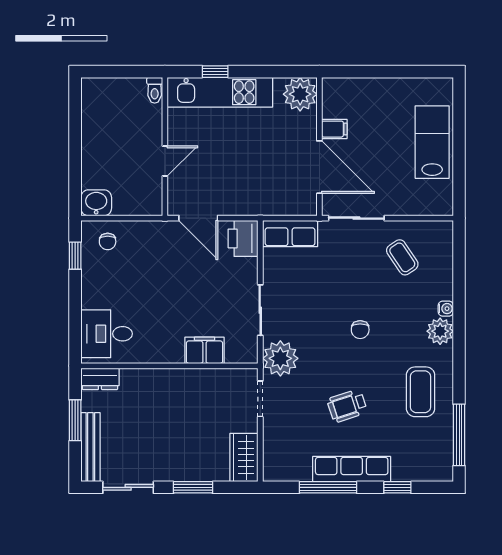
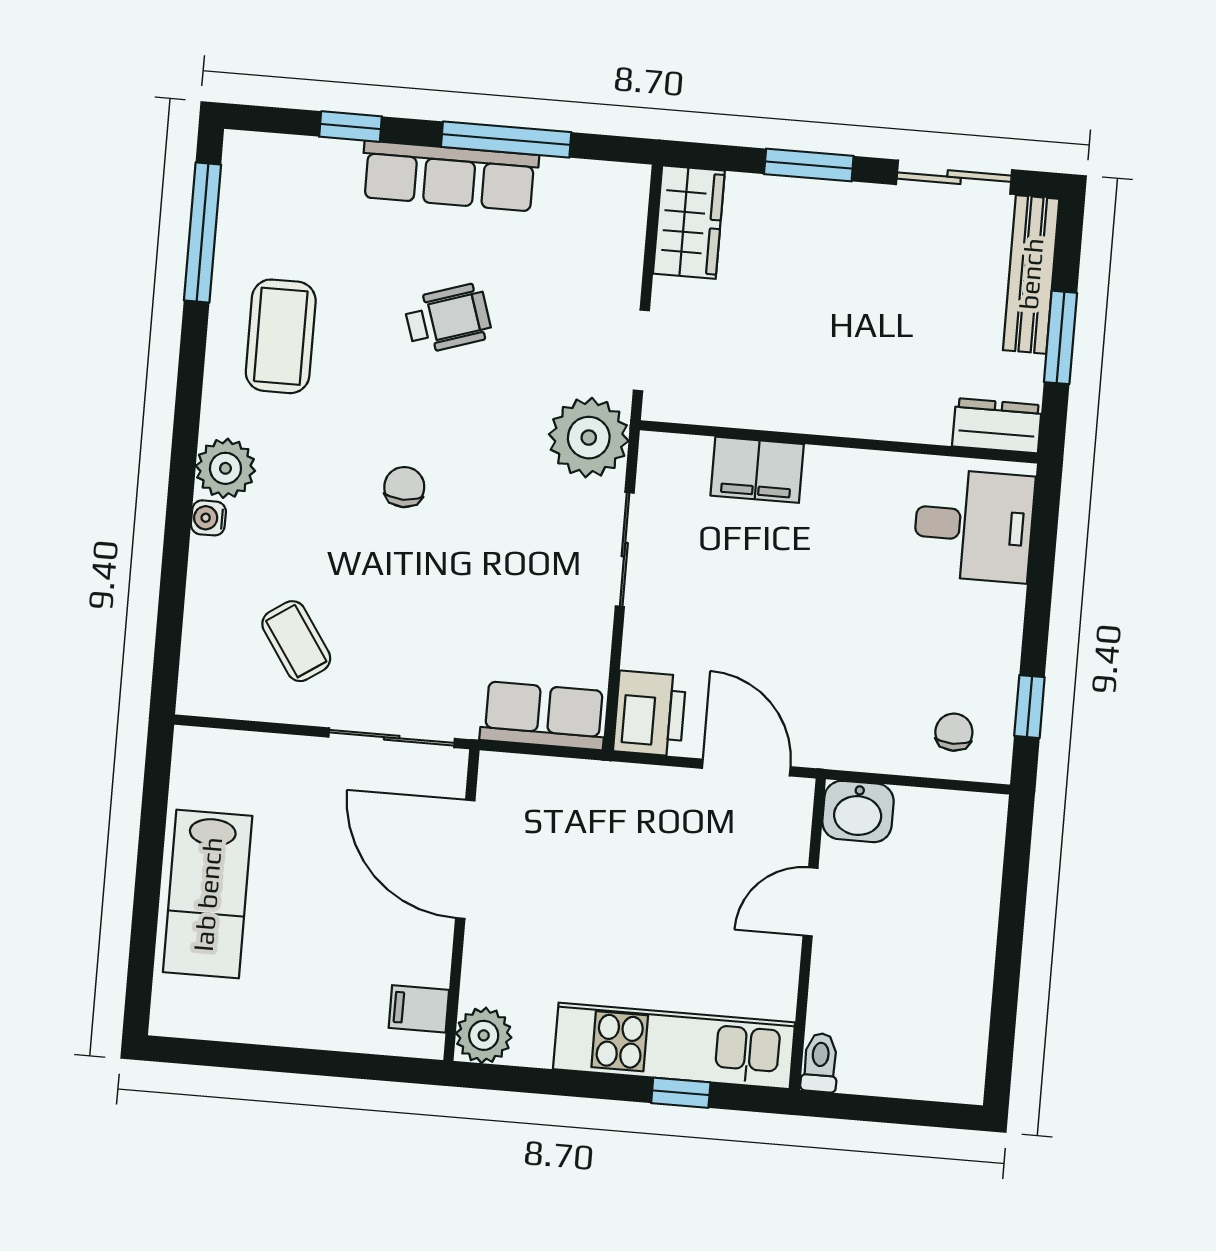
plant: (300, 94) -> (484, 1035), width x0.73, depth x0.73
filing cabinet: (334, 129) -> (419, 1009), moved
washbasin: (96, 203) -> (858, 811), moved

